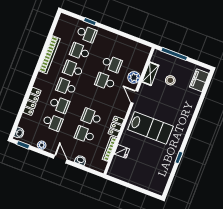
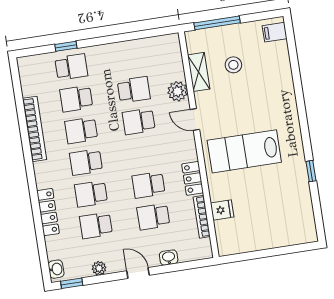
filing cabinet: (199, 80) -> (275, 32), width x0.50
school desk: (59, 105) -> (91, 194), turned 180
school desk: (53, 122) -> (96, 225), turned 180
lab bench: (150, 128) -> (244, 151), turned 180

